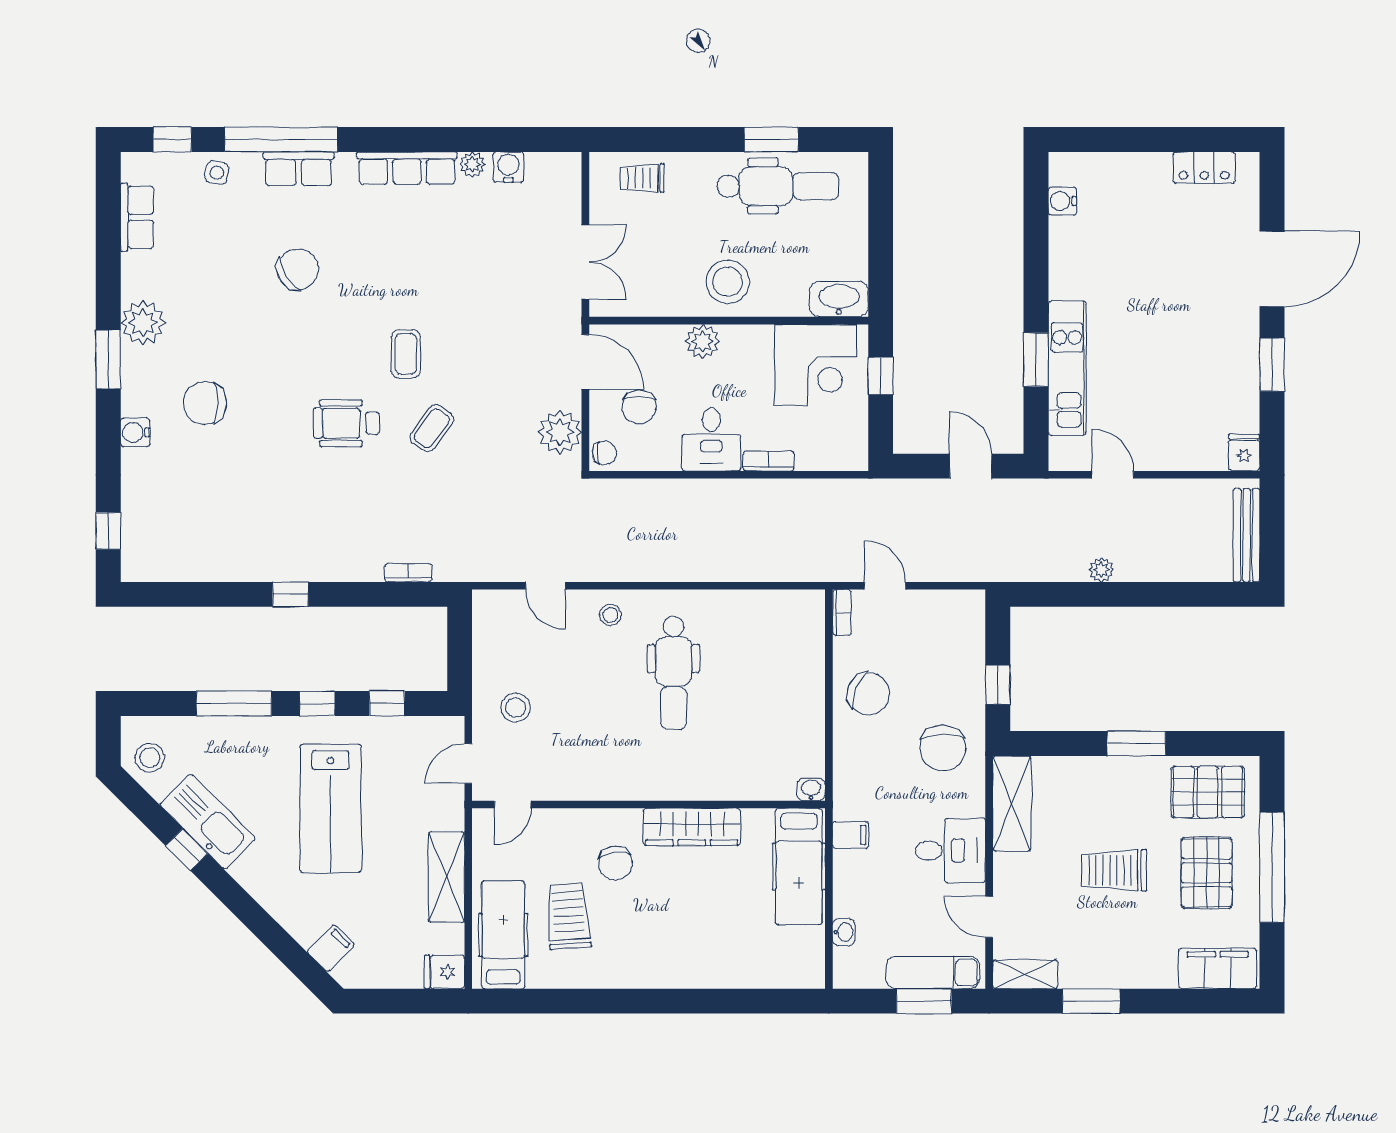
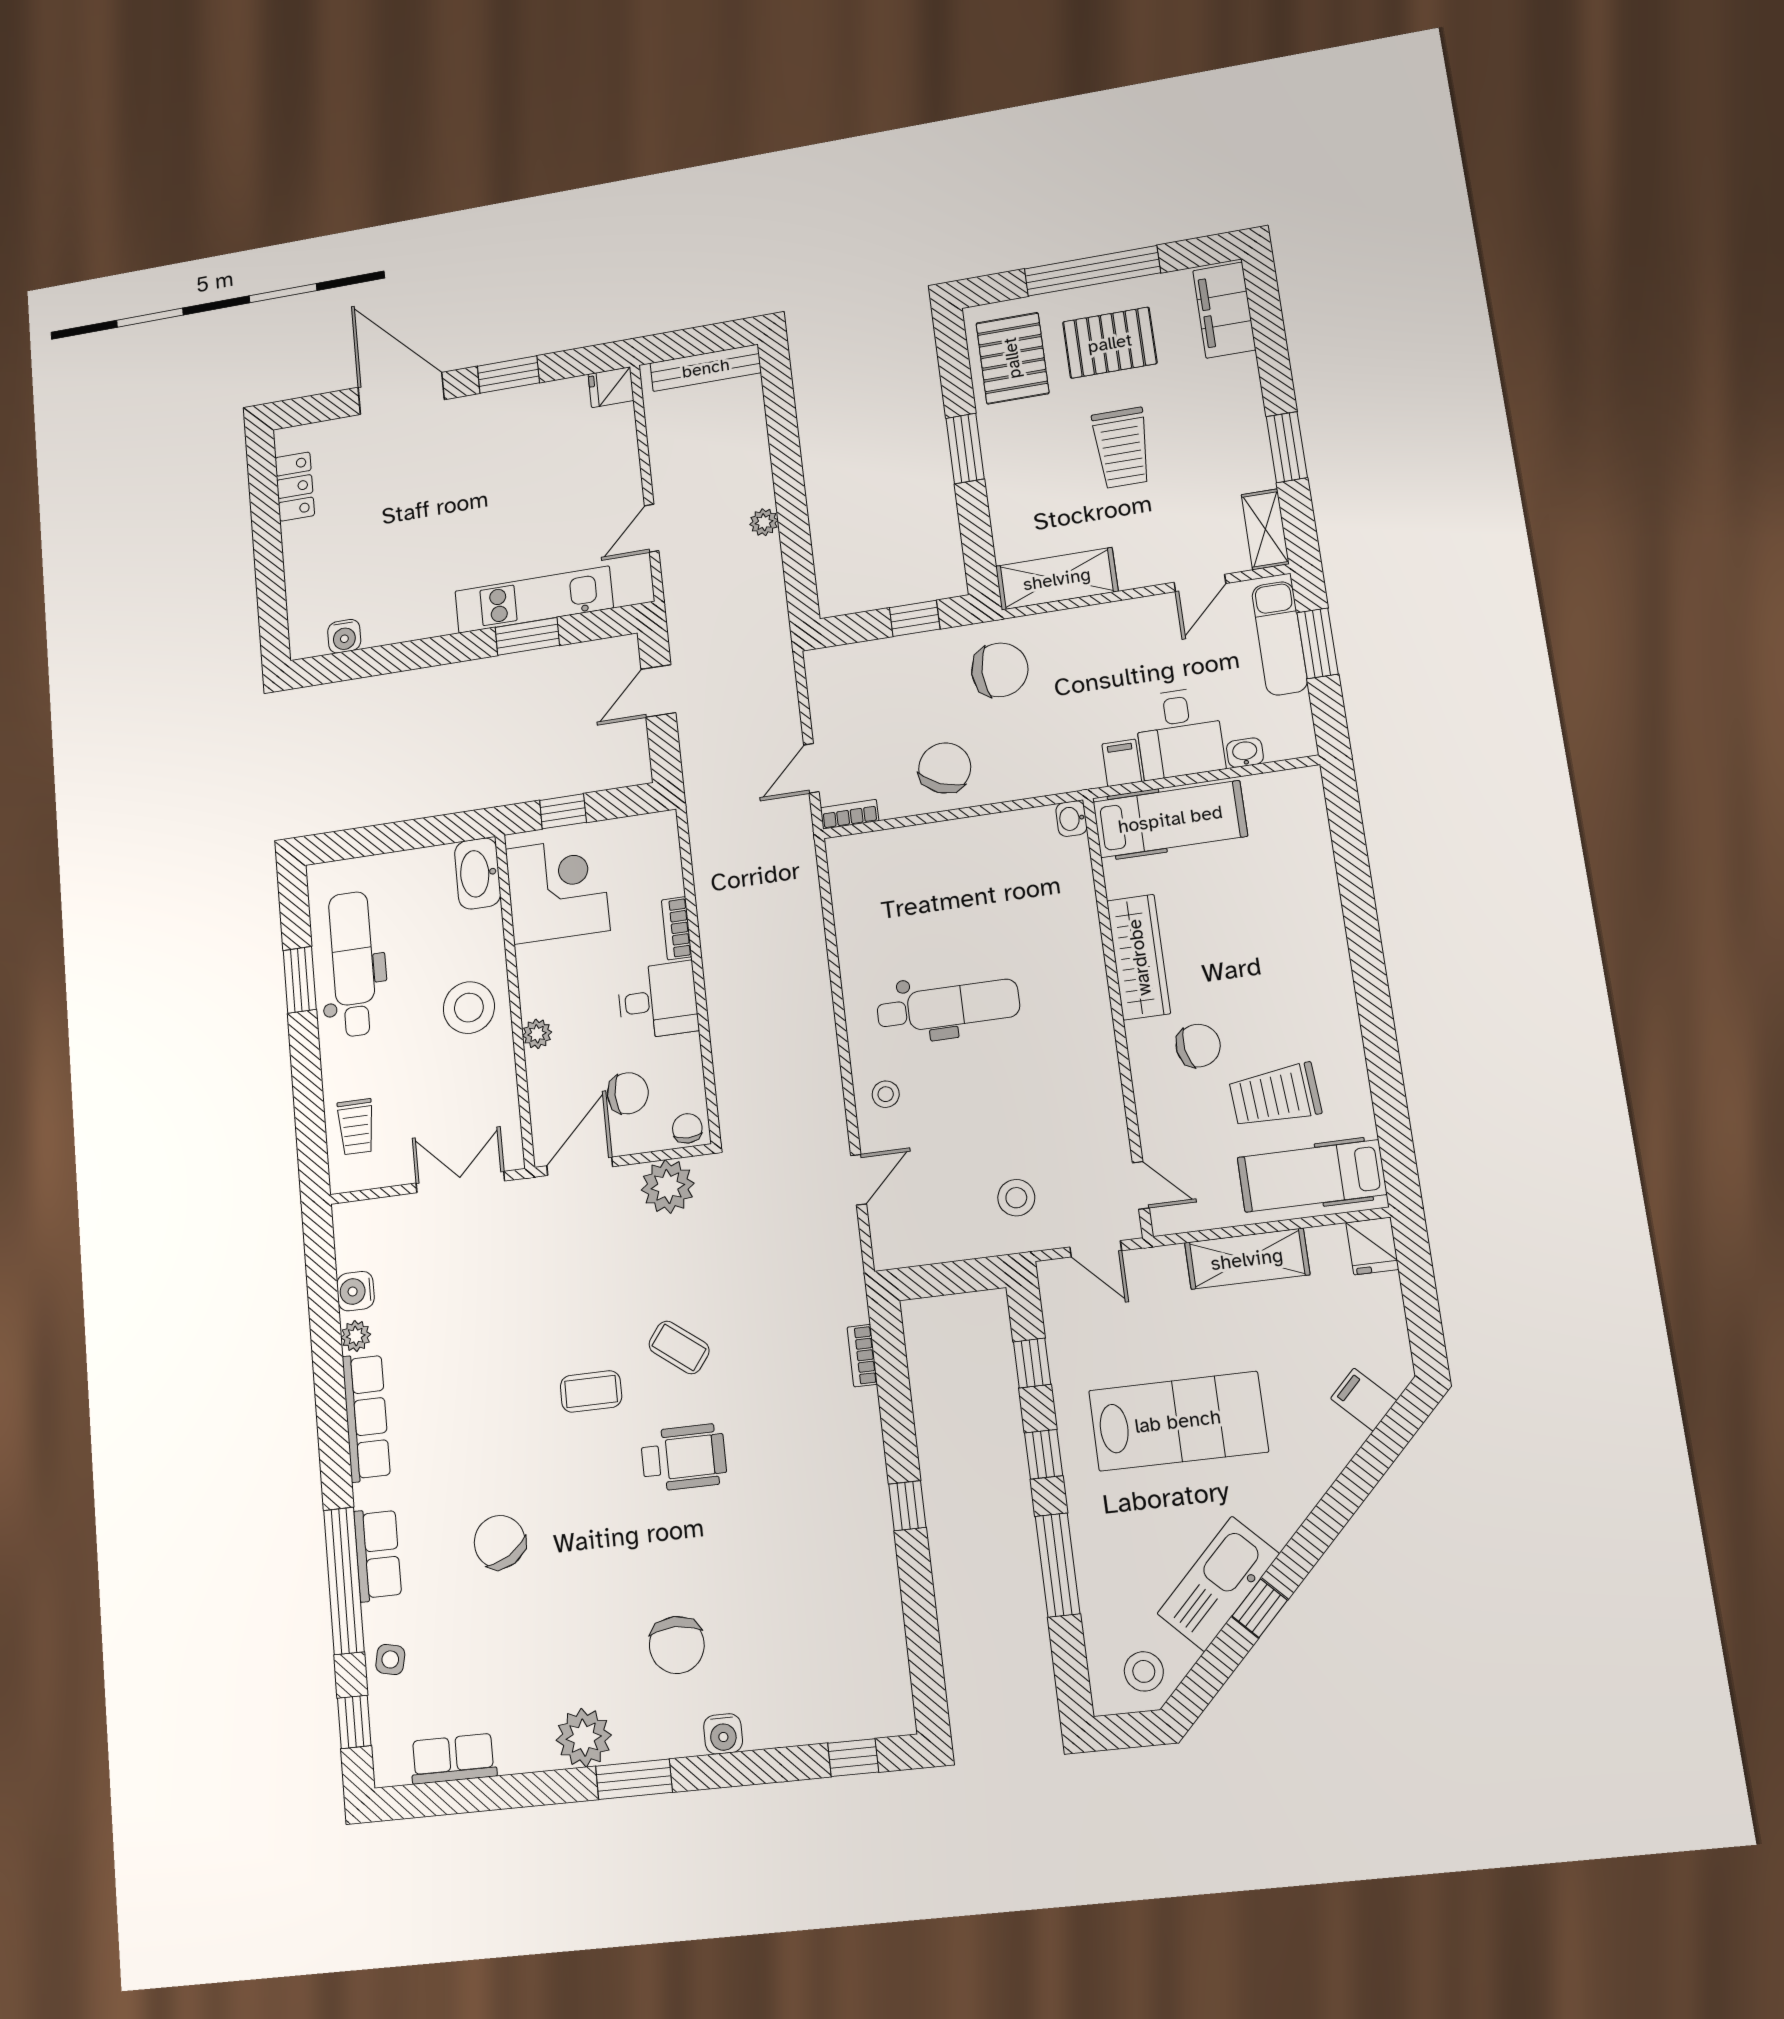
plant: (703, 341) -> (537, 1034), width x0.73, depth x0.73
wheelchair: (346, 423) -> (684, 1458), turned -90
desk: (950, 850) -> (1179, 733), moved, turned 180

